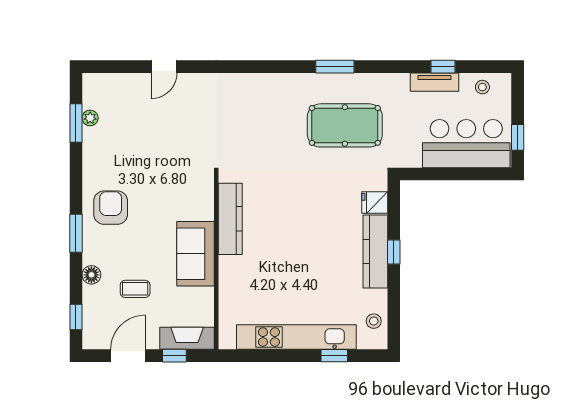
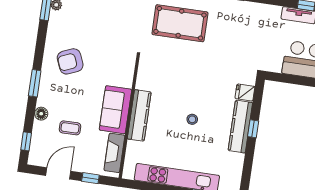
pool table: (345, 125) -> (180, 23), moved
armchair: (111, 208) -> (70, 61), moved, turned -113
kitchen counter: (230, 219) -> (139, 115), moved
stool: (374, 321) -> (192, 119), moved
fireplace: (187, 338) -> (114, 153), moved, turned -90

